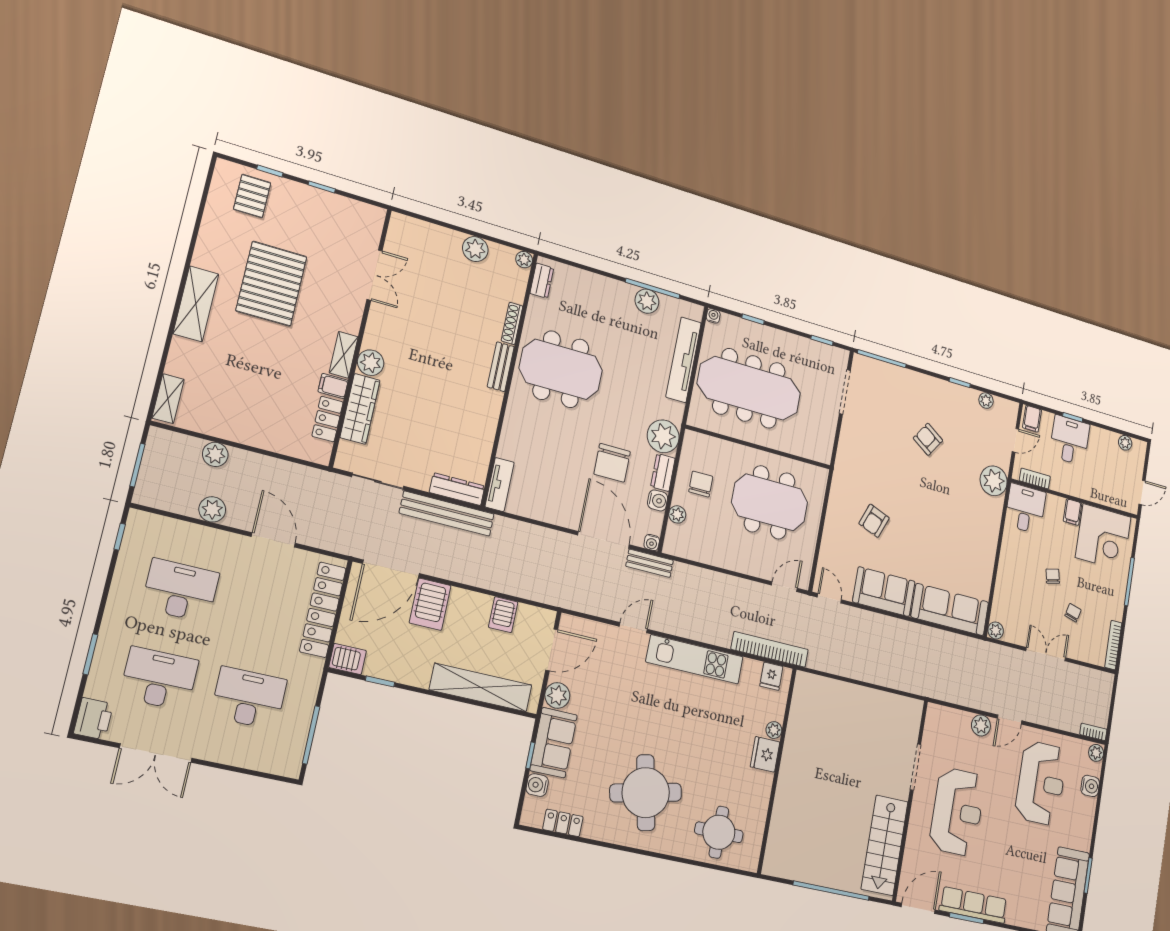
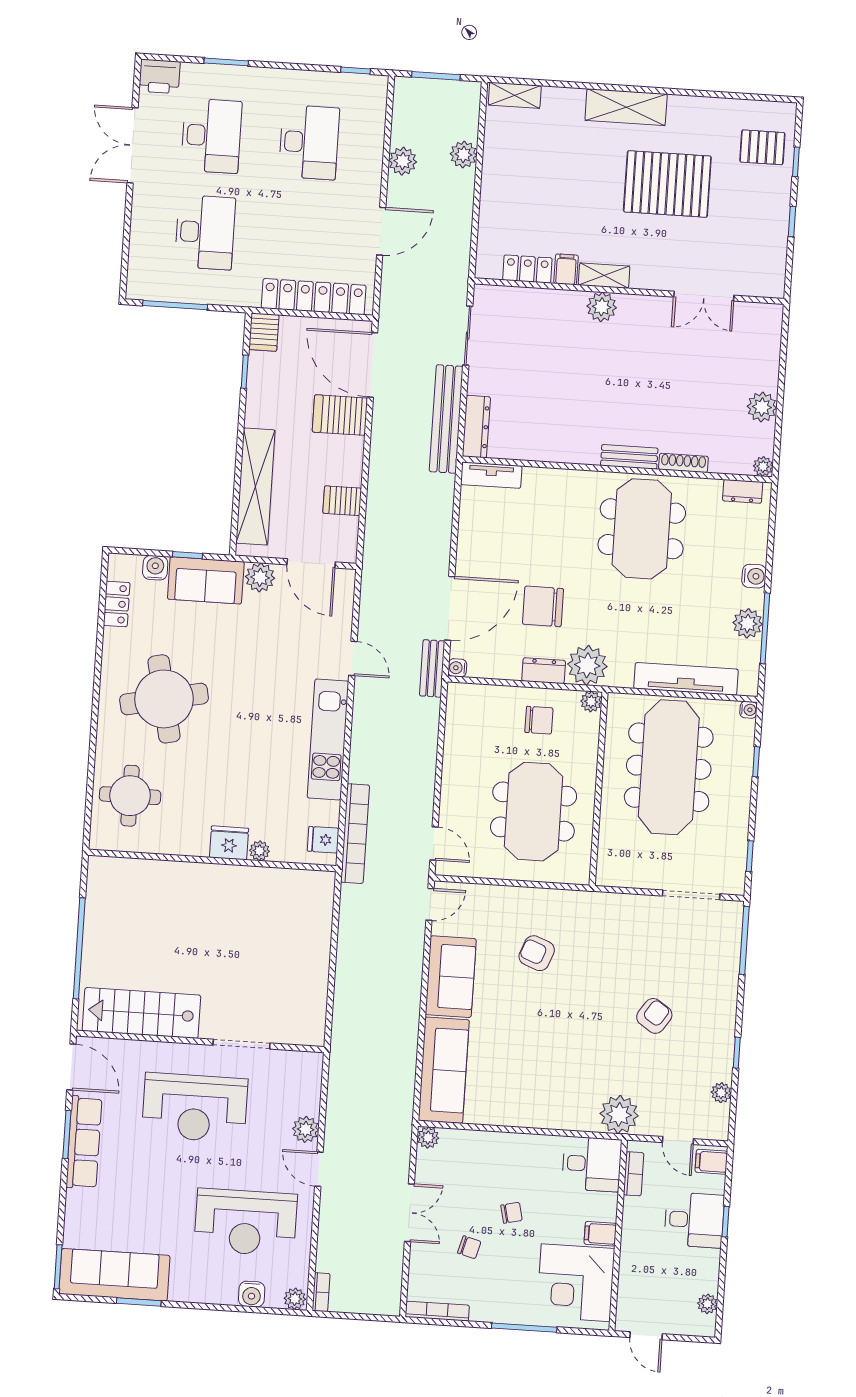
wardrobe: (360, 409) -> (546, 303), removed
water cooler: (658, 500) -> (754, 576), moved, turned -90
plant: (677, 514) -> (591, 702), moved

